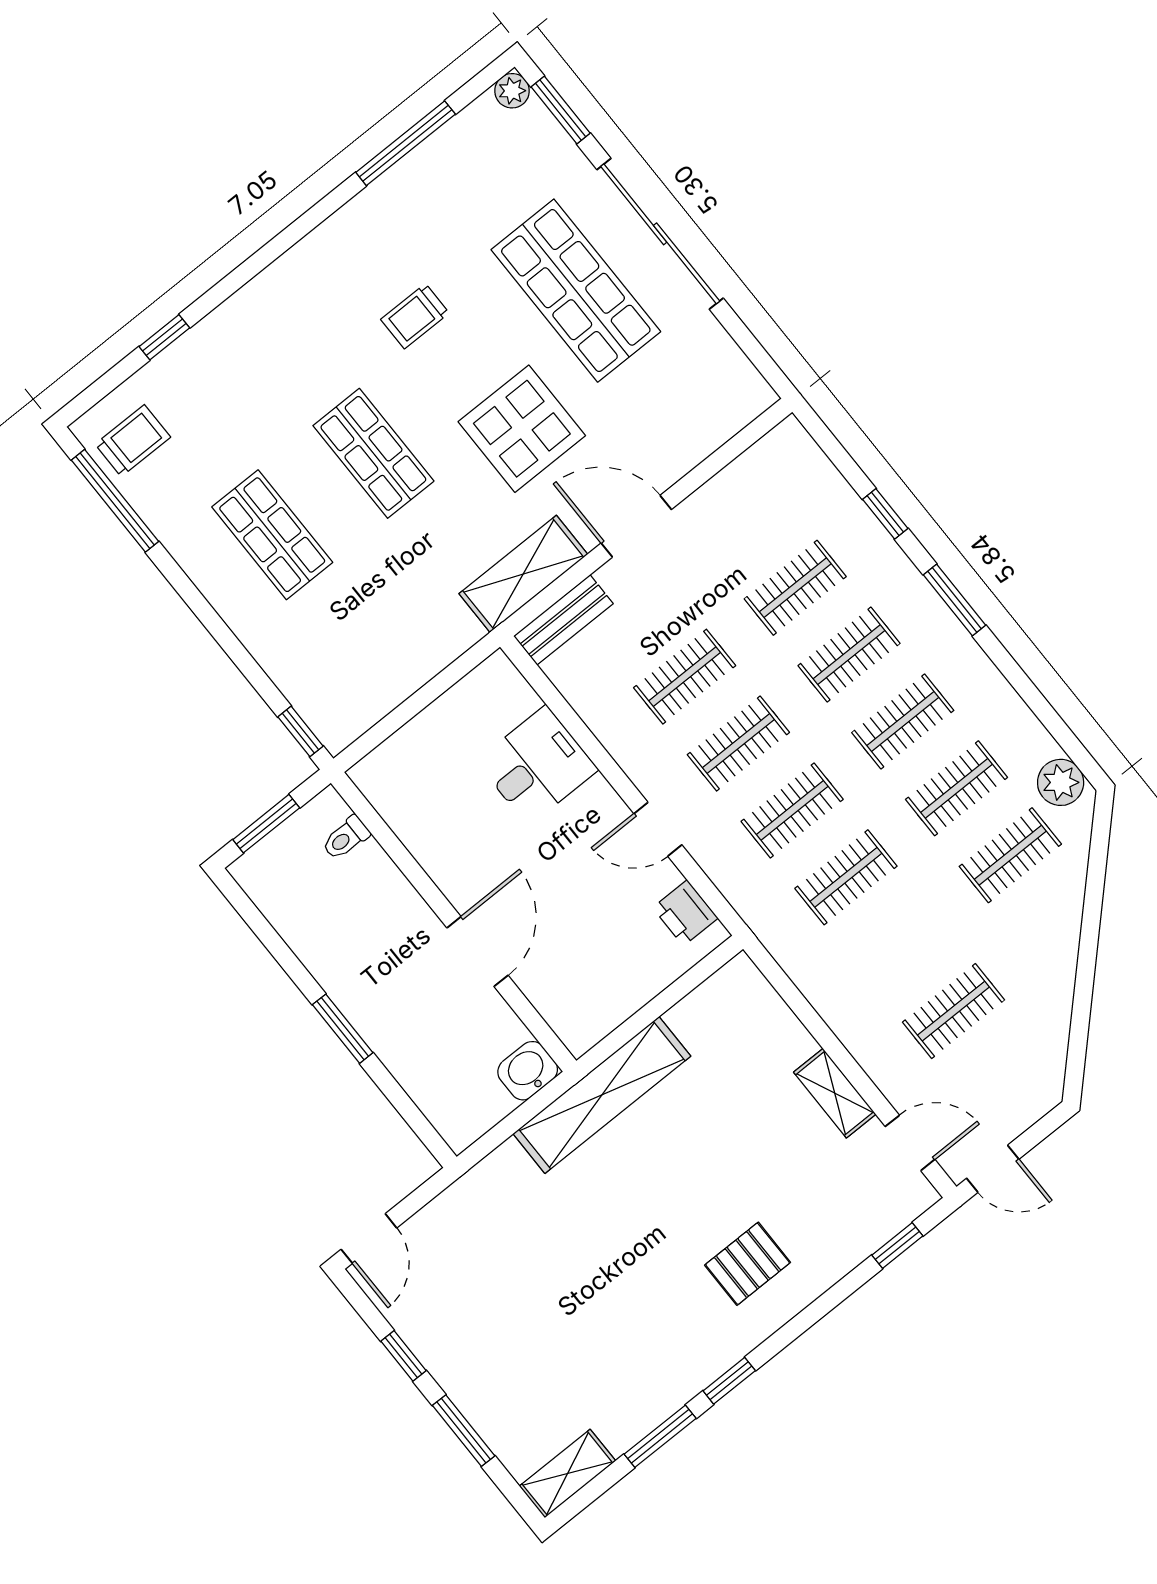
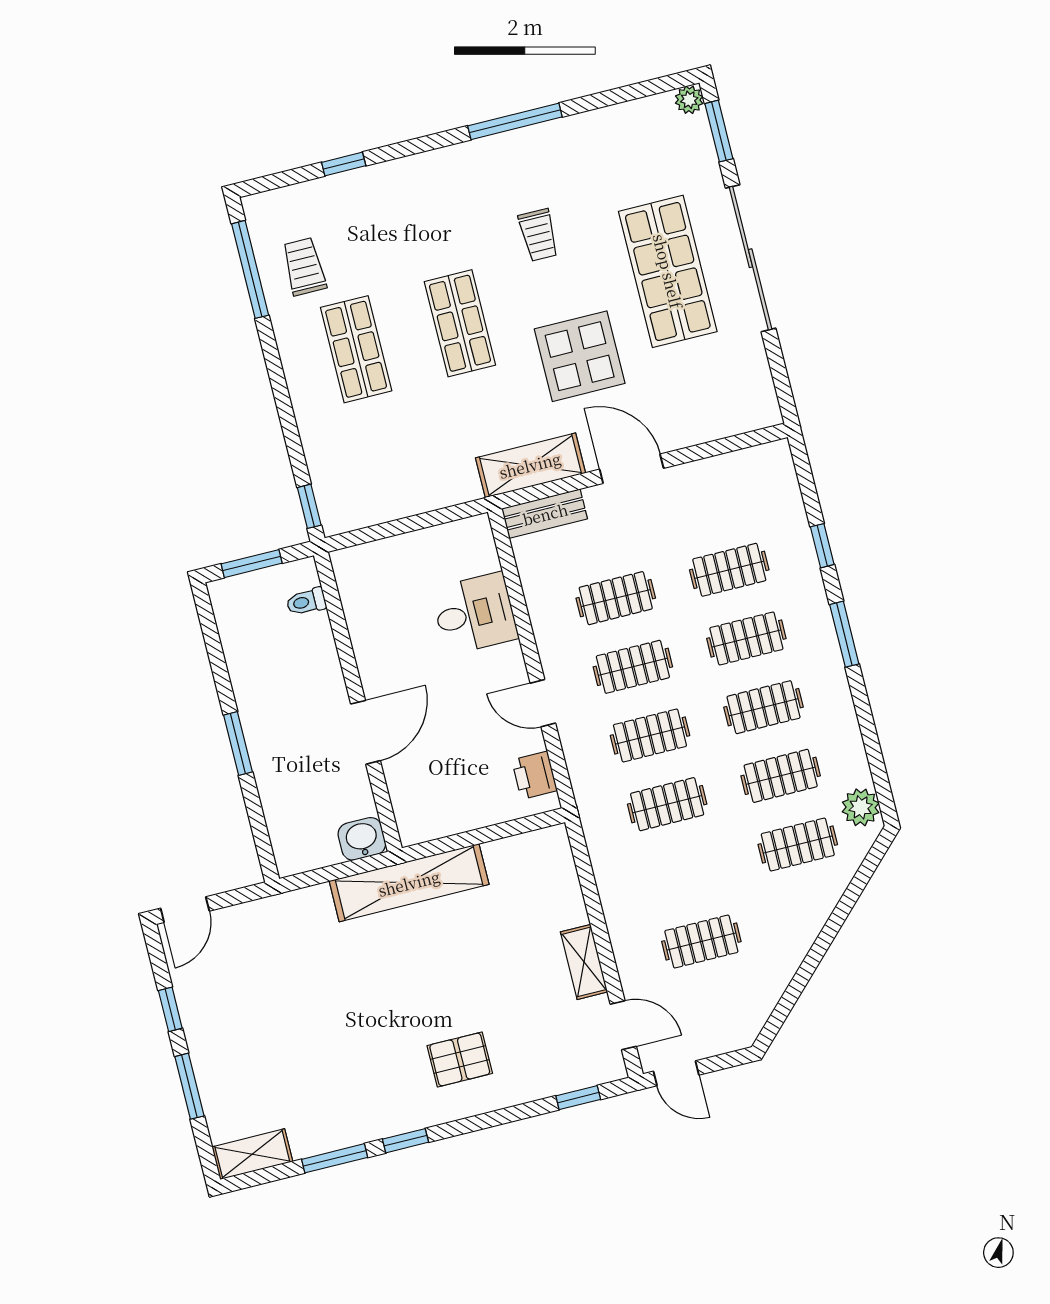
window: (406, 143) -> (515, 121), moved
trolley: (415, 316) -> (539, 235), turned -90
trolley: (133, 441) -> (304, 267), moved, turned -90

